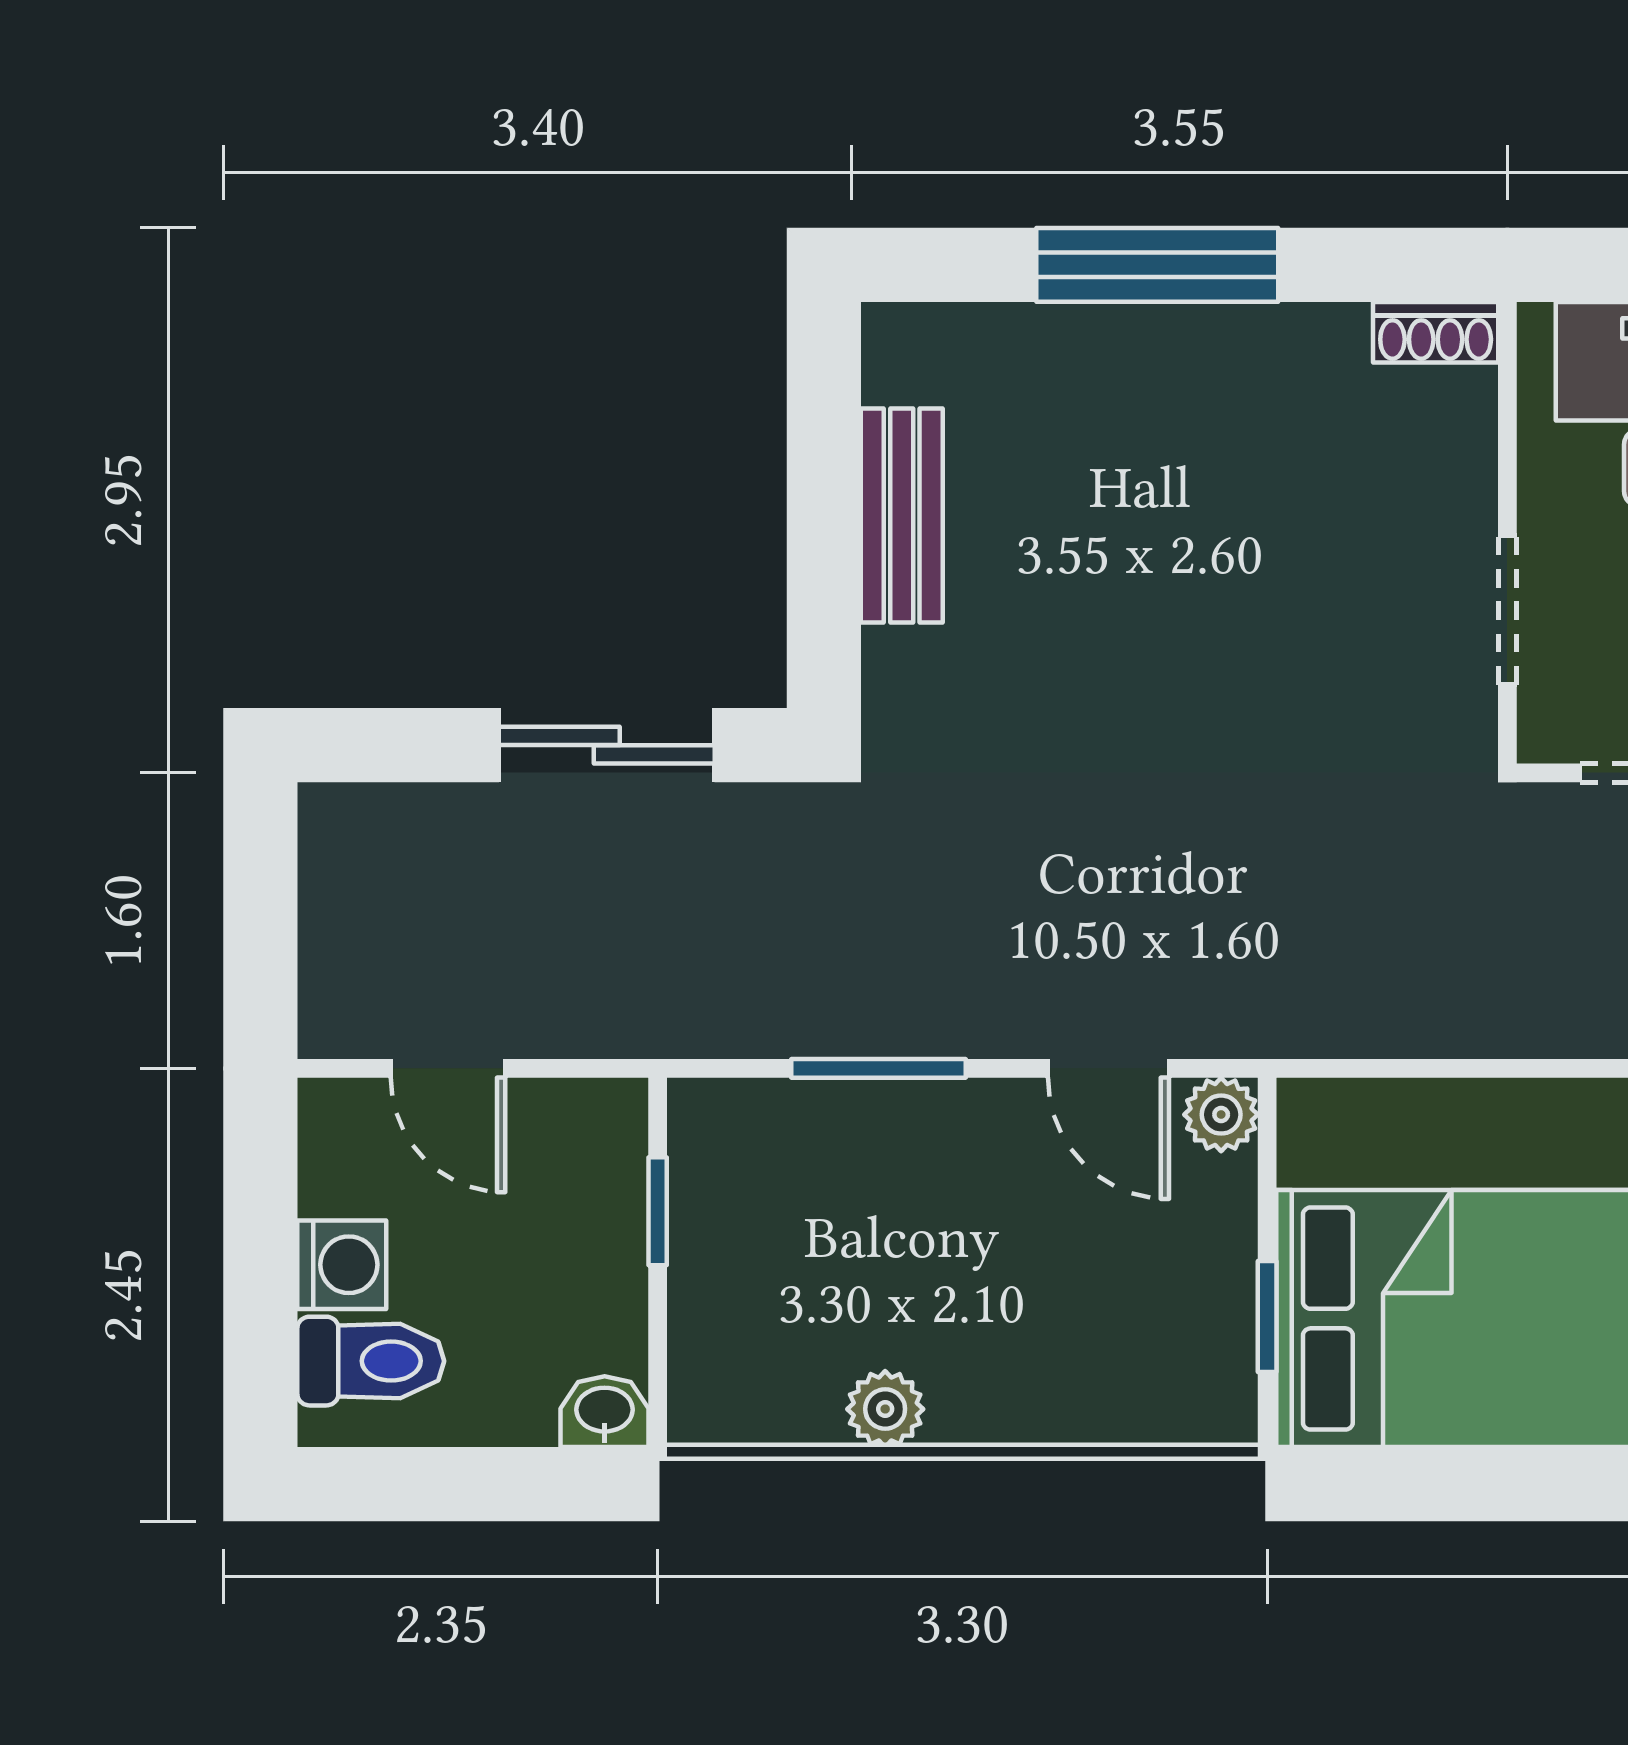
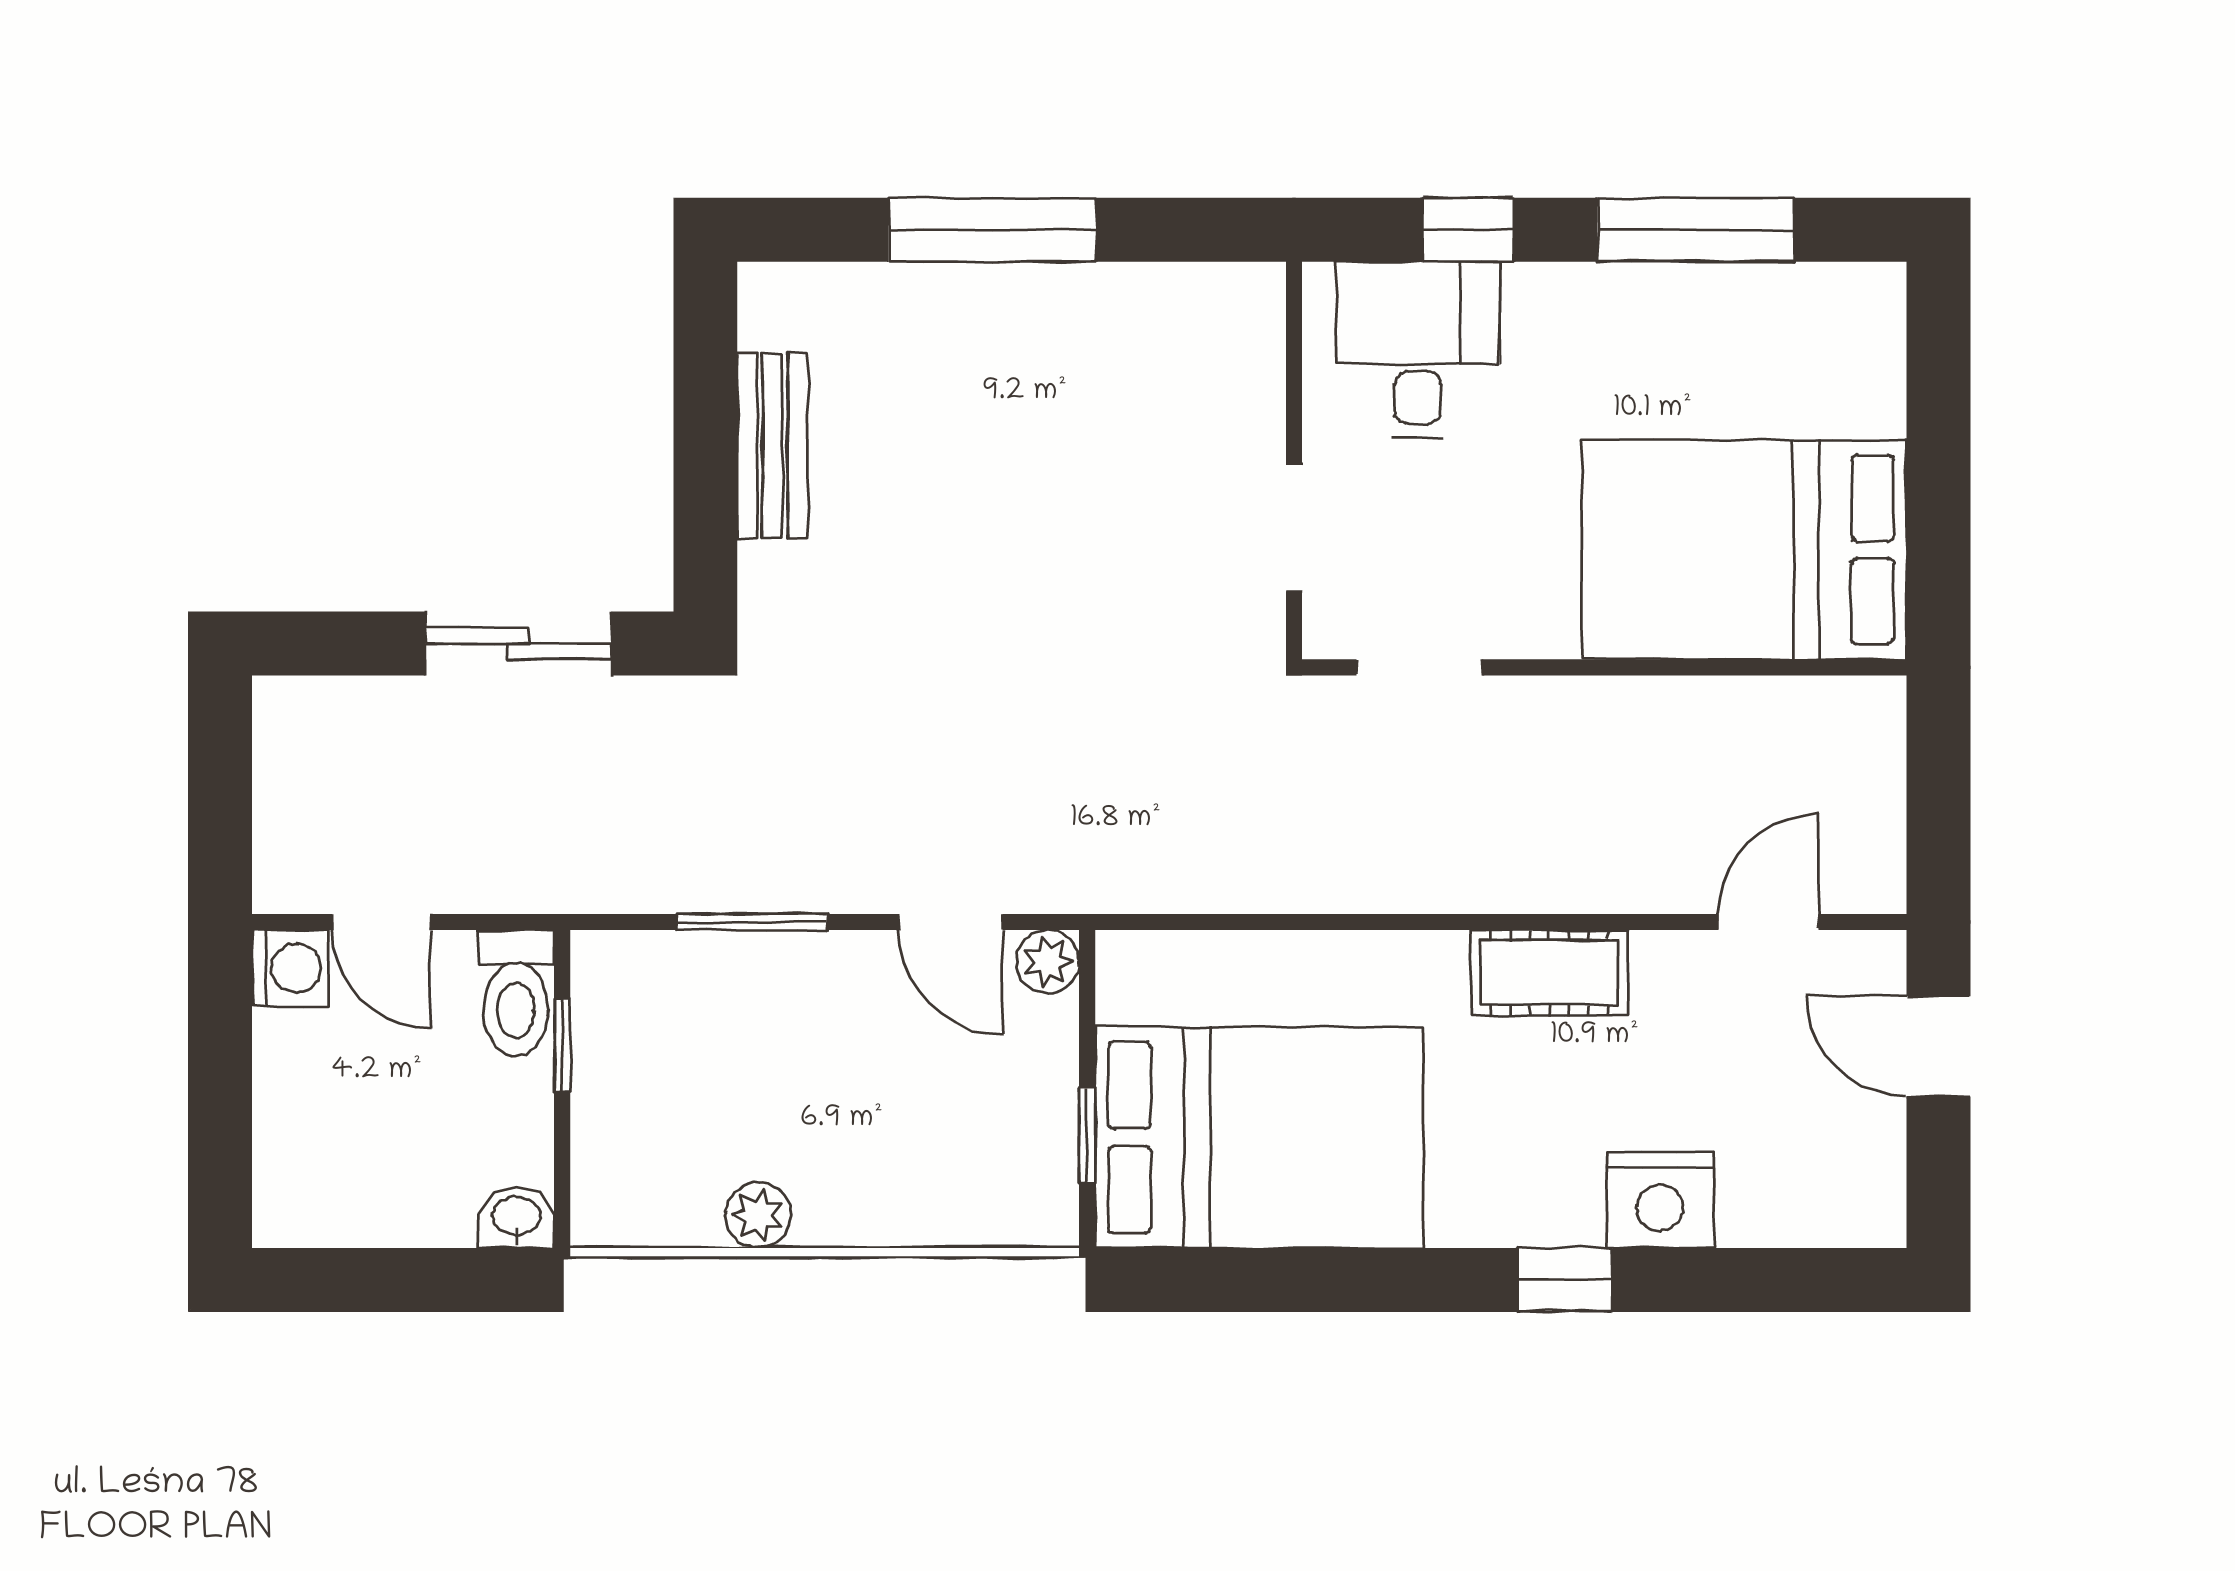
shoe rack: (1436, 332) -> (1232, 288), removed
washing machine: (342, 1265) -> (290, 968), moved
toilet: (371, 1361) -> (516, 993), moved, turned 90

